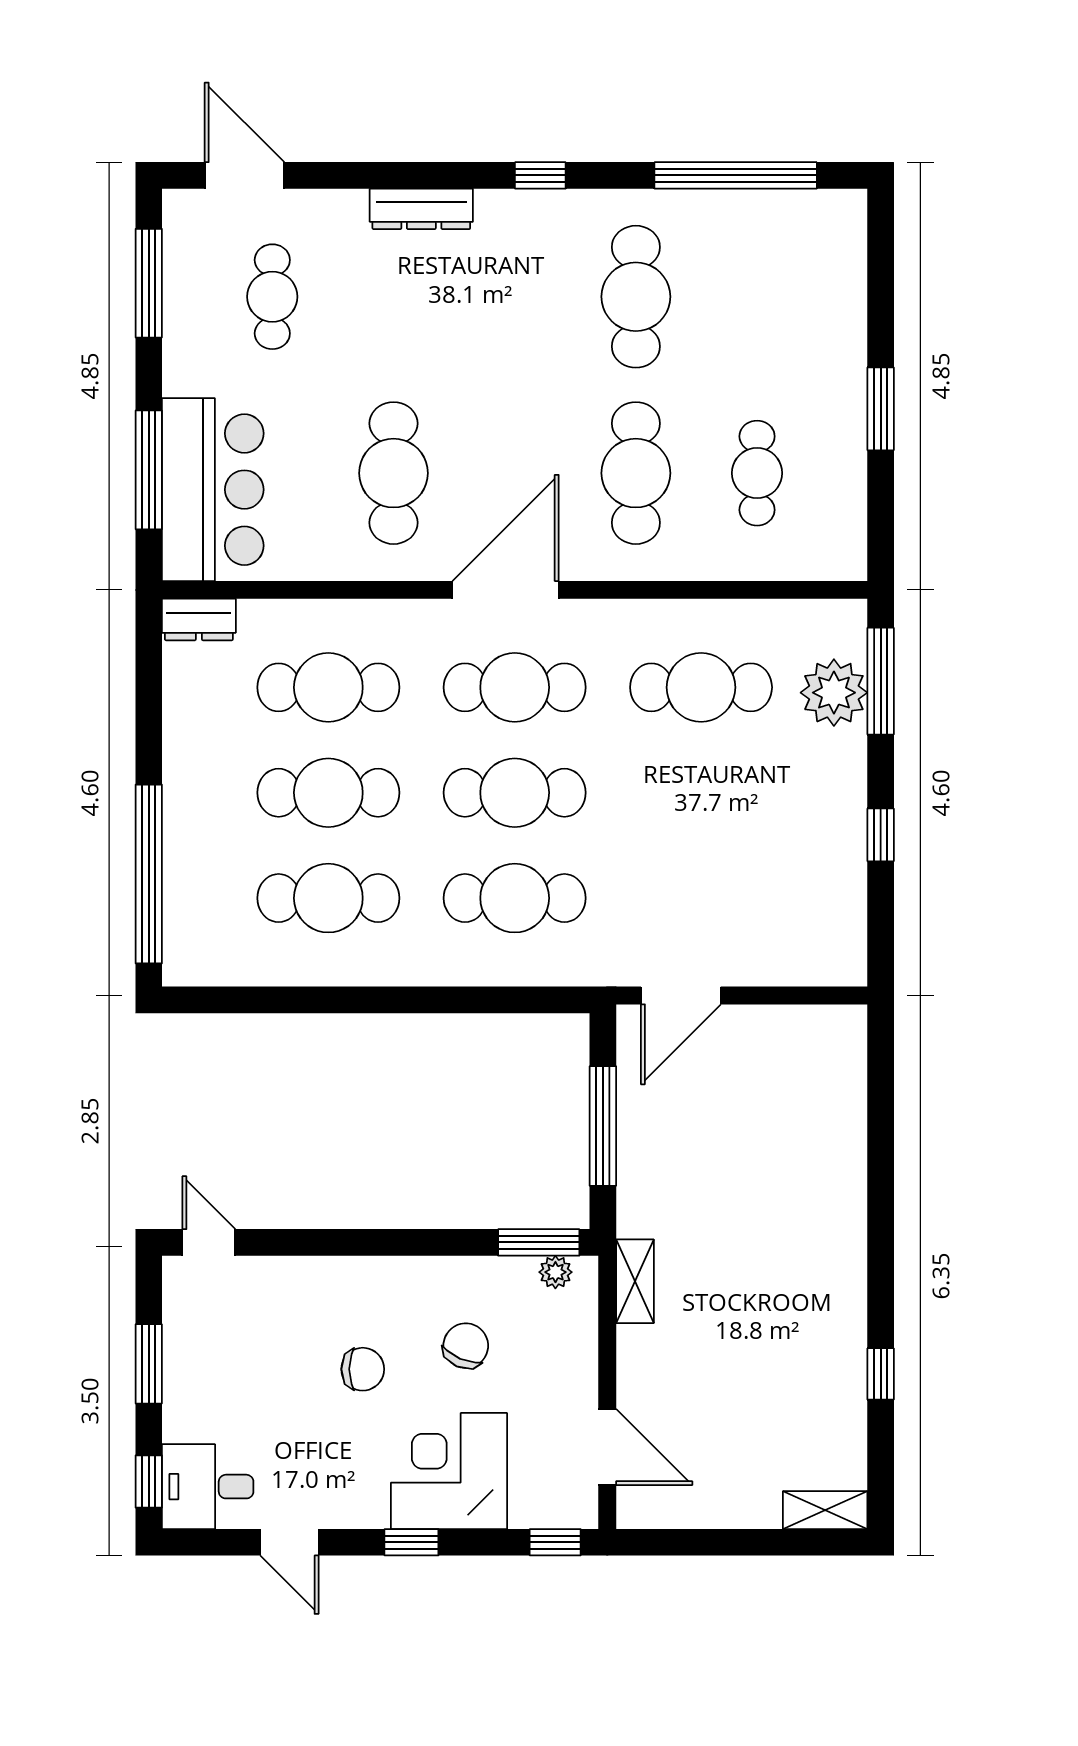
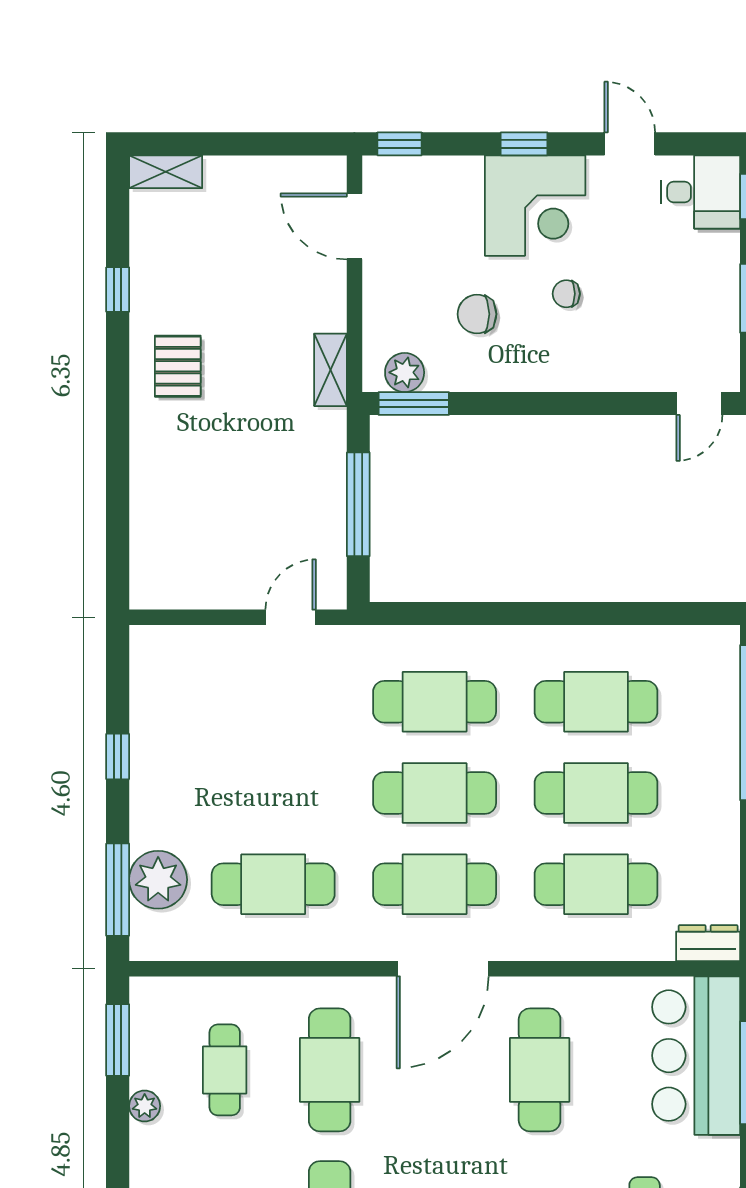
window: (881, 409) -> (118, 1040), moved
plant: (850, 431) -> (145, 1106), added
door: (681, 996) -> (291, 617), width x0.73
door: (209, 1242) -> (699, 403), hinge flipped
plant: (555, 1272) -> (405, 372), width x1.38, depth x1.38
pallet: (811, 1285) -> (178, 366), added
chair: (466, 1346) -> (477, 314), turned 67
chair: (363, 1369) -> (566, 294), width x0.73, depth x0.73
corner desk: (449, 1471) -> (535, 206), moved

